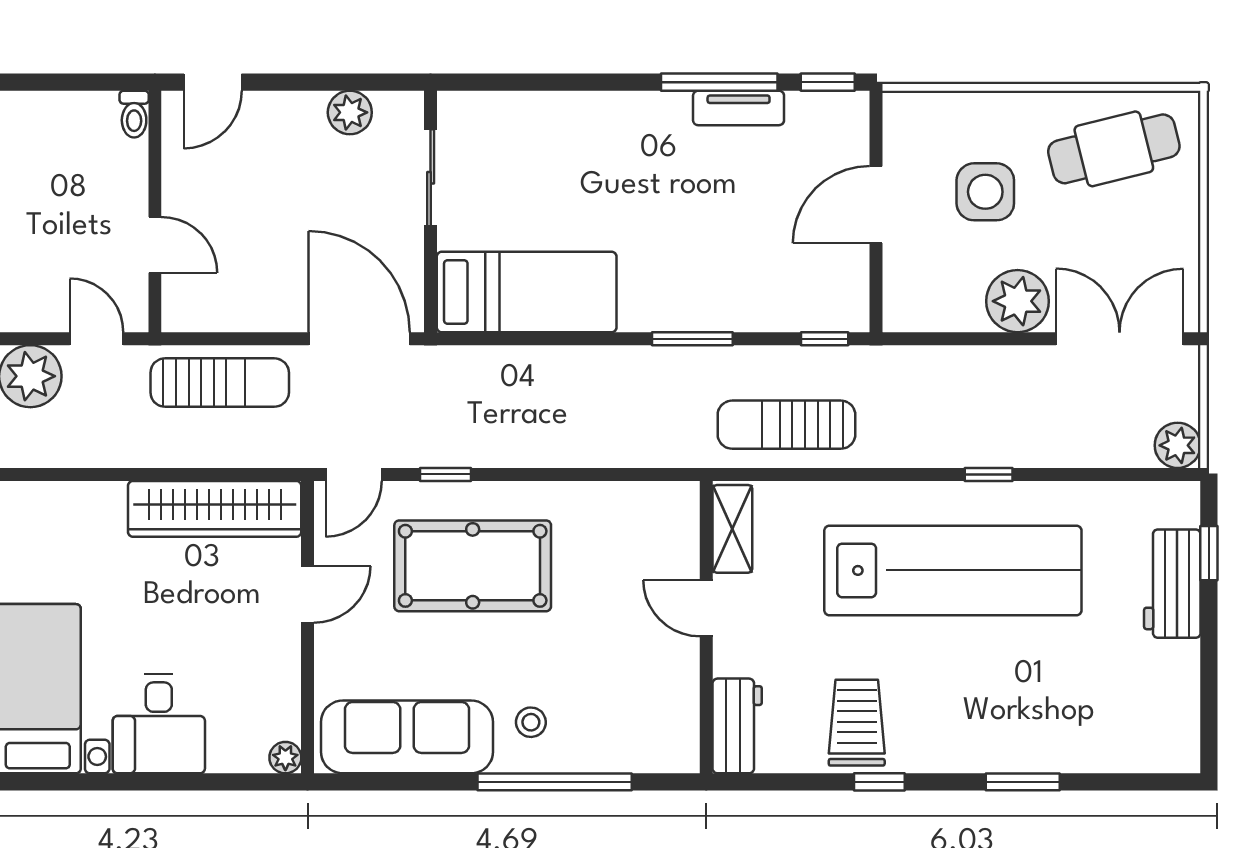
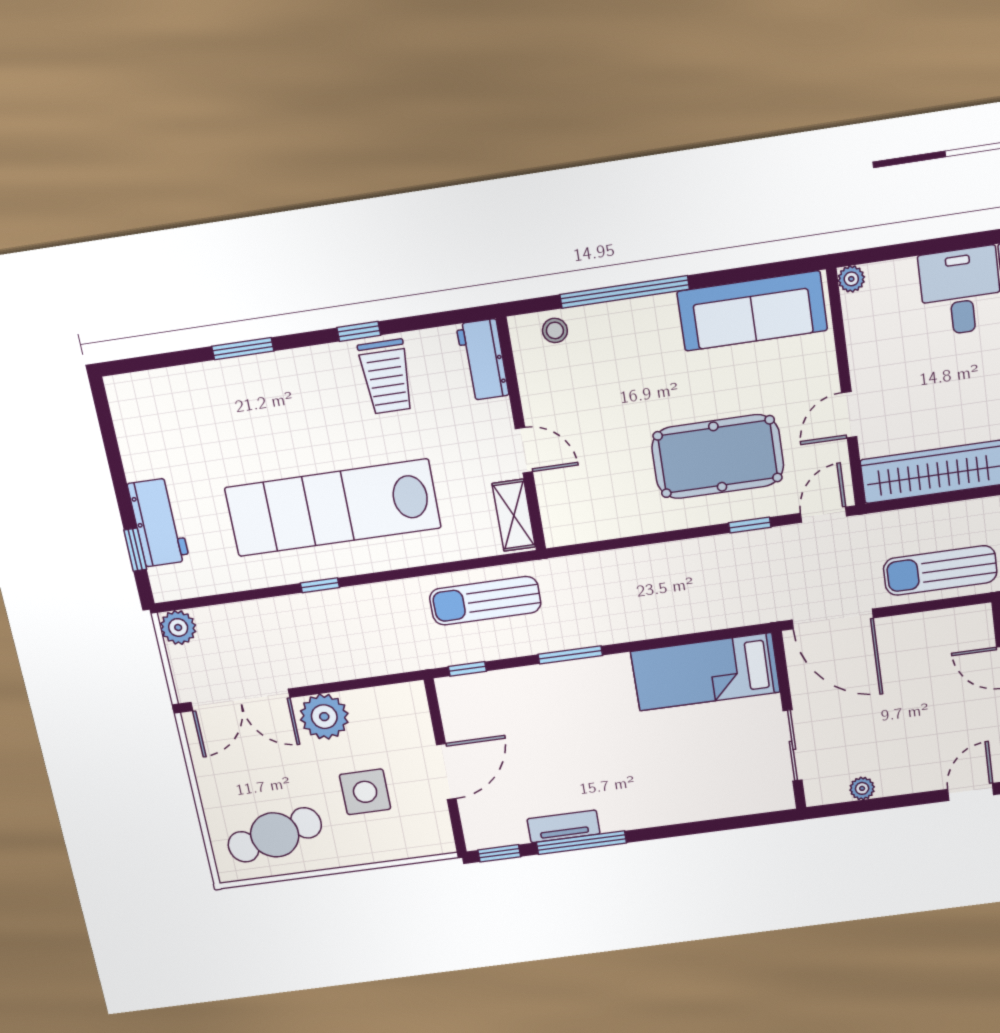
plant: (350, 112) -> (862, 788), width x0.73, depth x0.73
sun lounger: (786, 425) -> (485, 601), turned 180
stool: (531, 722) -> (555, 330), moved

